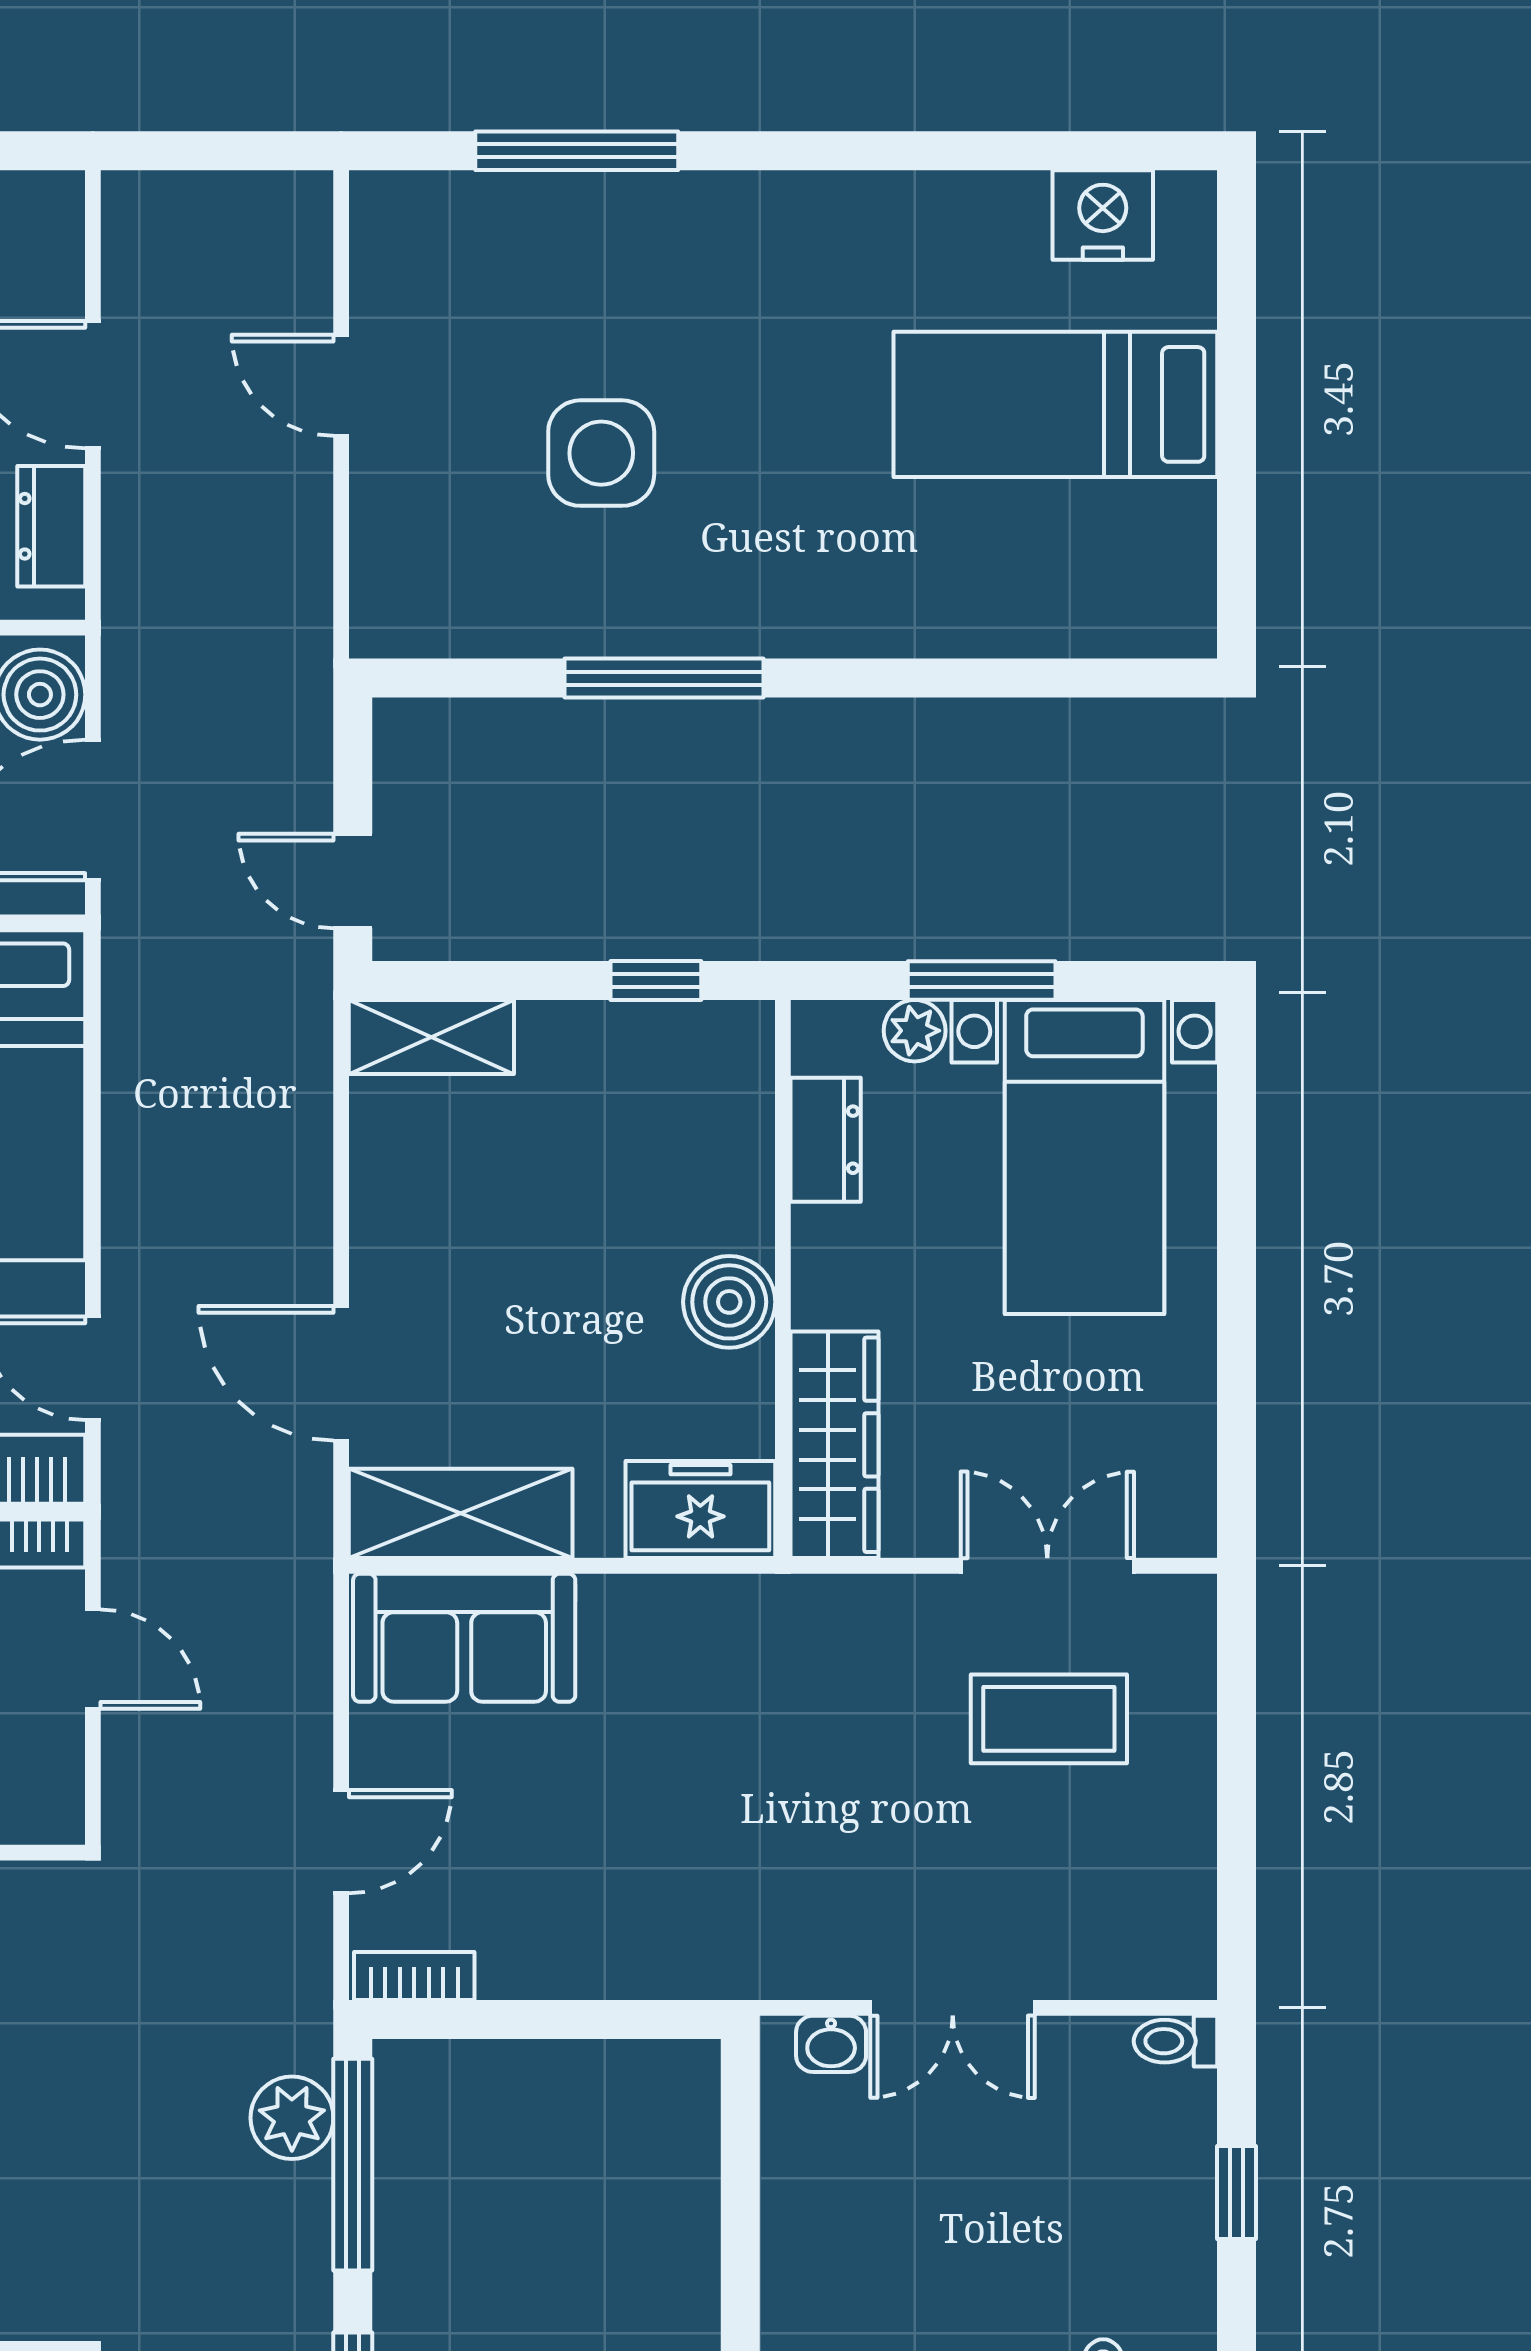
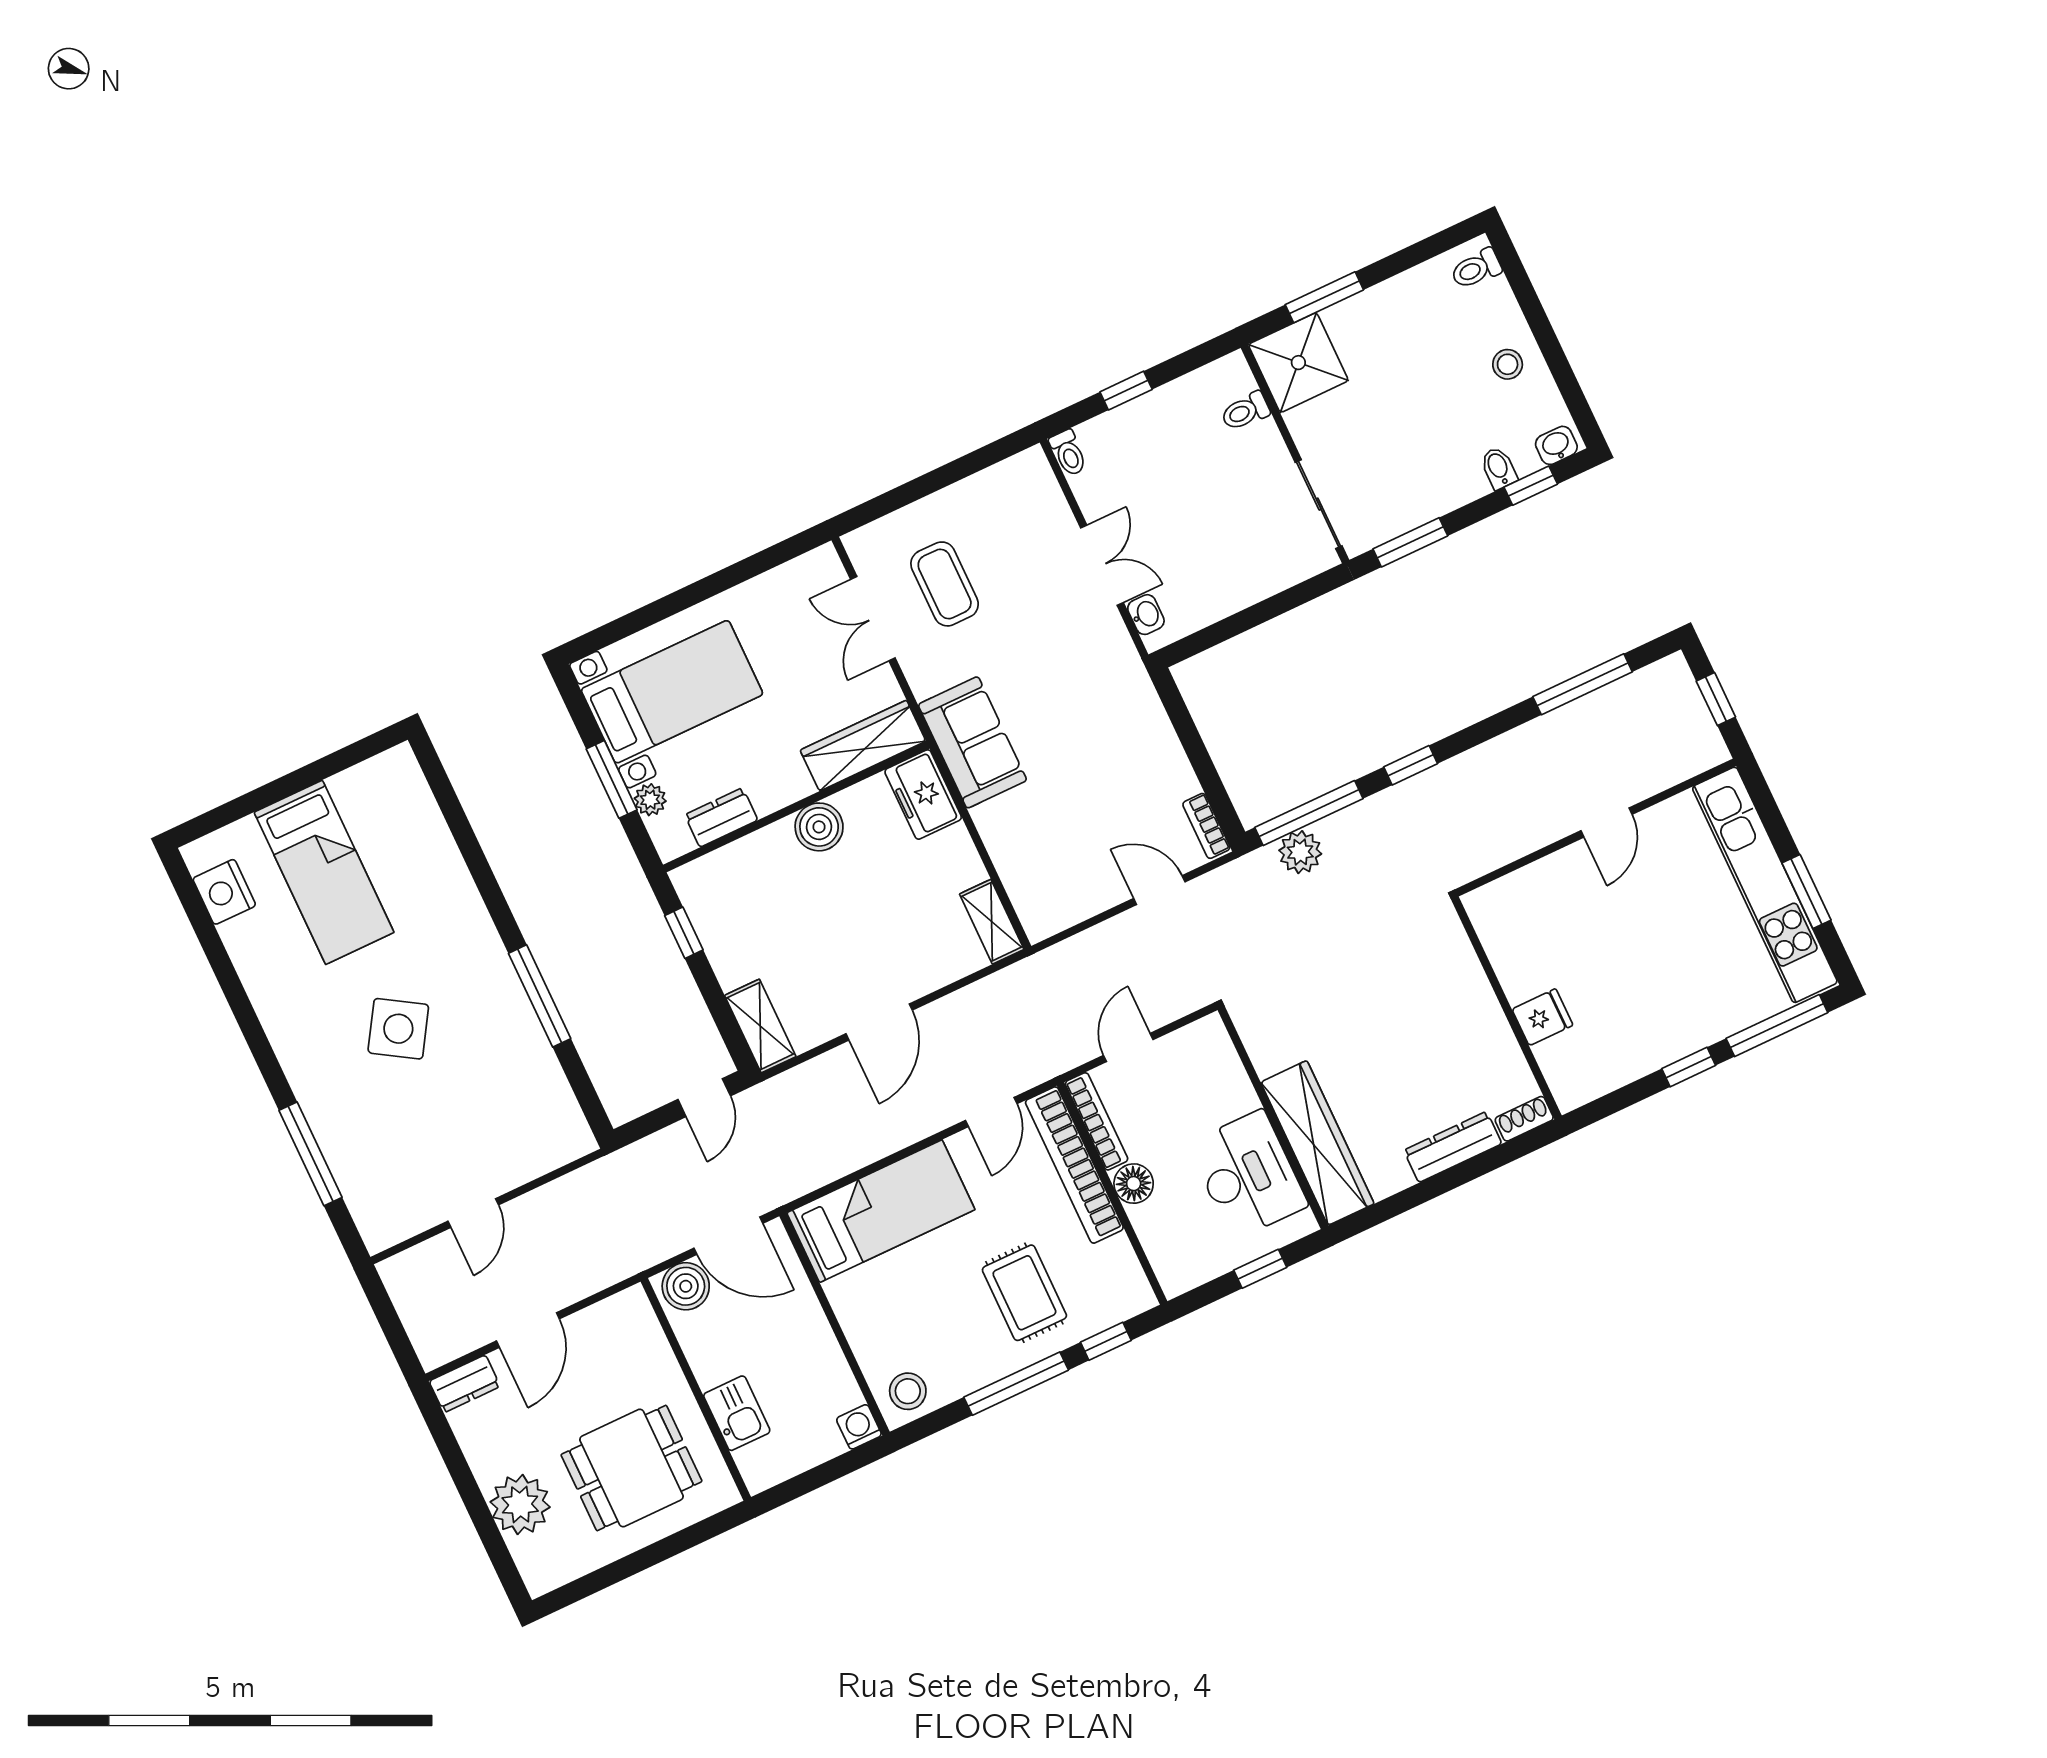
side table: (601, 453) -> (398, 1029), moved, turned 32
dresser: (51, 526) -> (465, 1384), moved
door: (341, 1373) -> (879, 1022), moved
shelving: (461, 1513) -> (992, 922), width x0.67, depth x0.75
sofa: (464, 1638) -> (972, 742), moved

